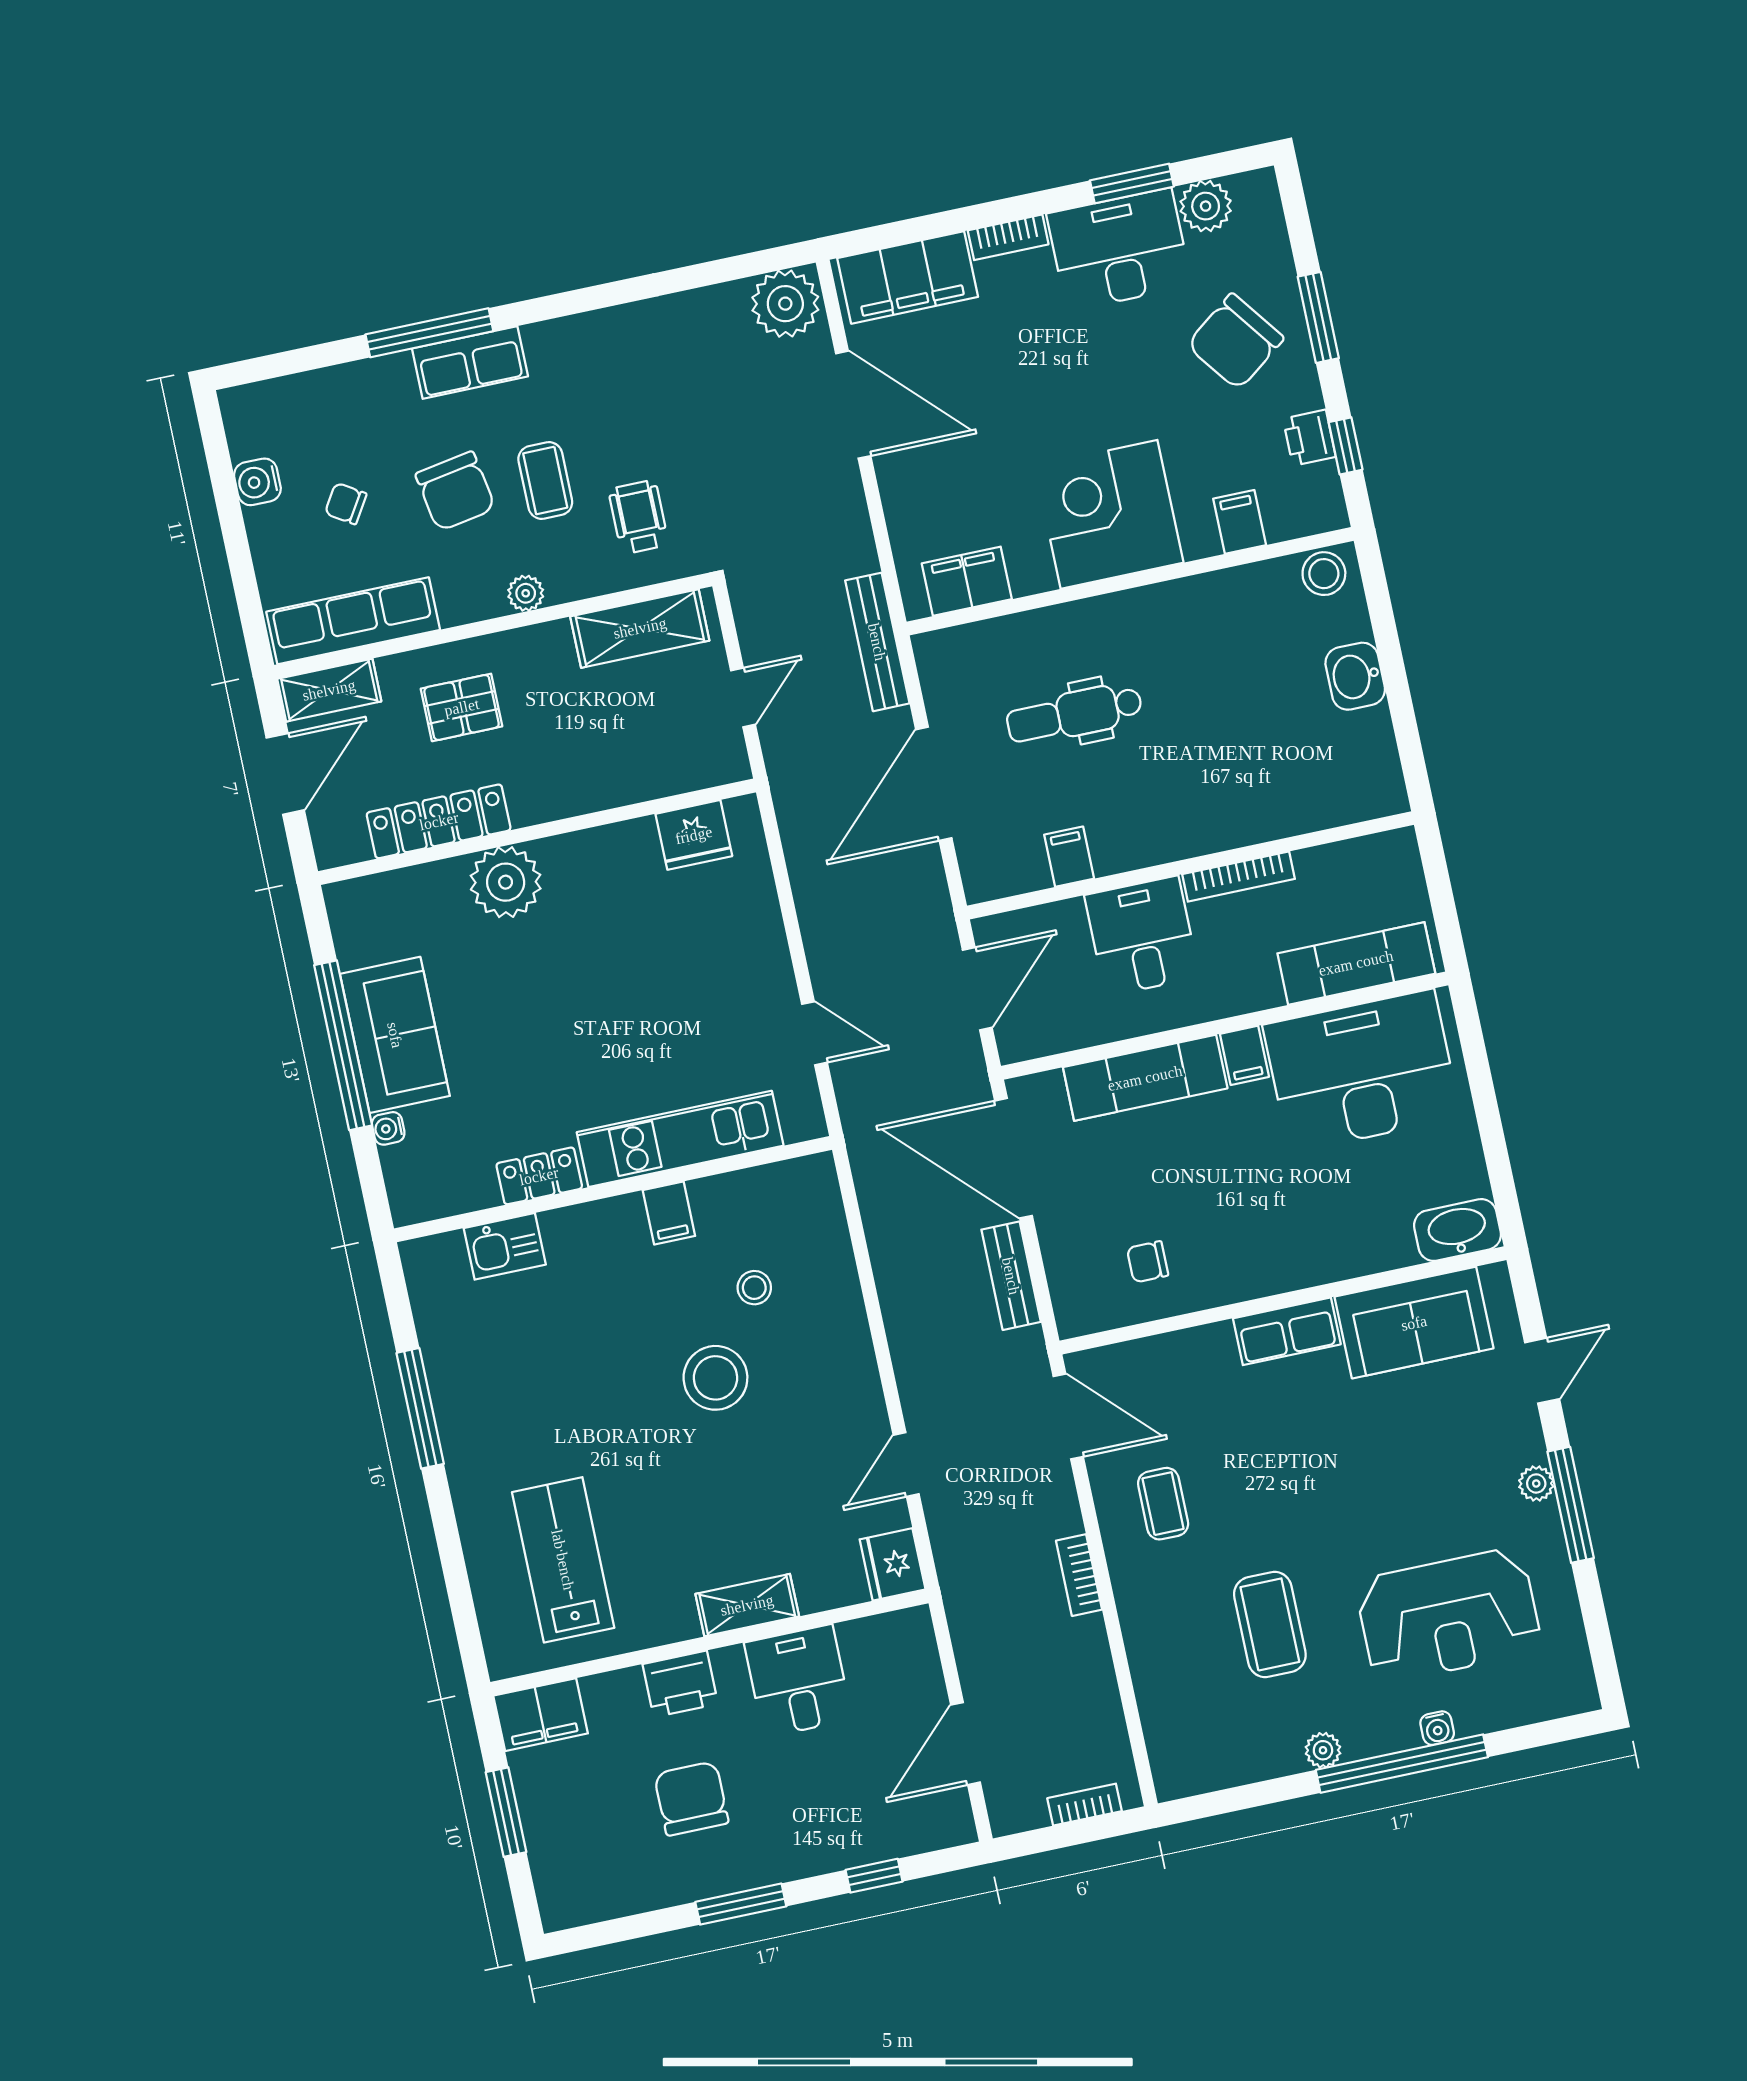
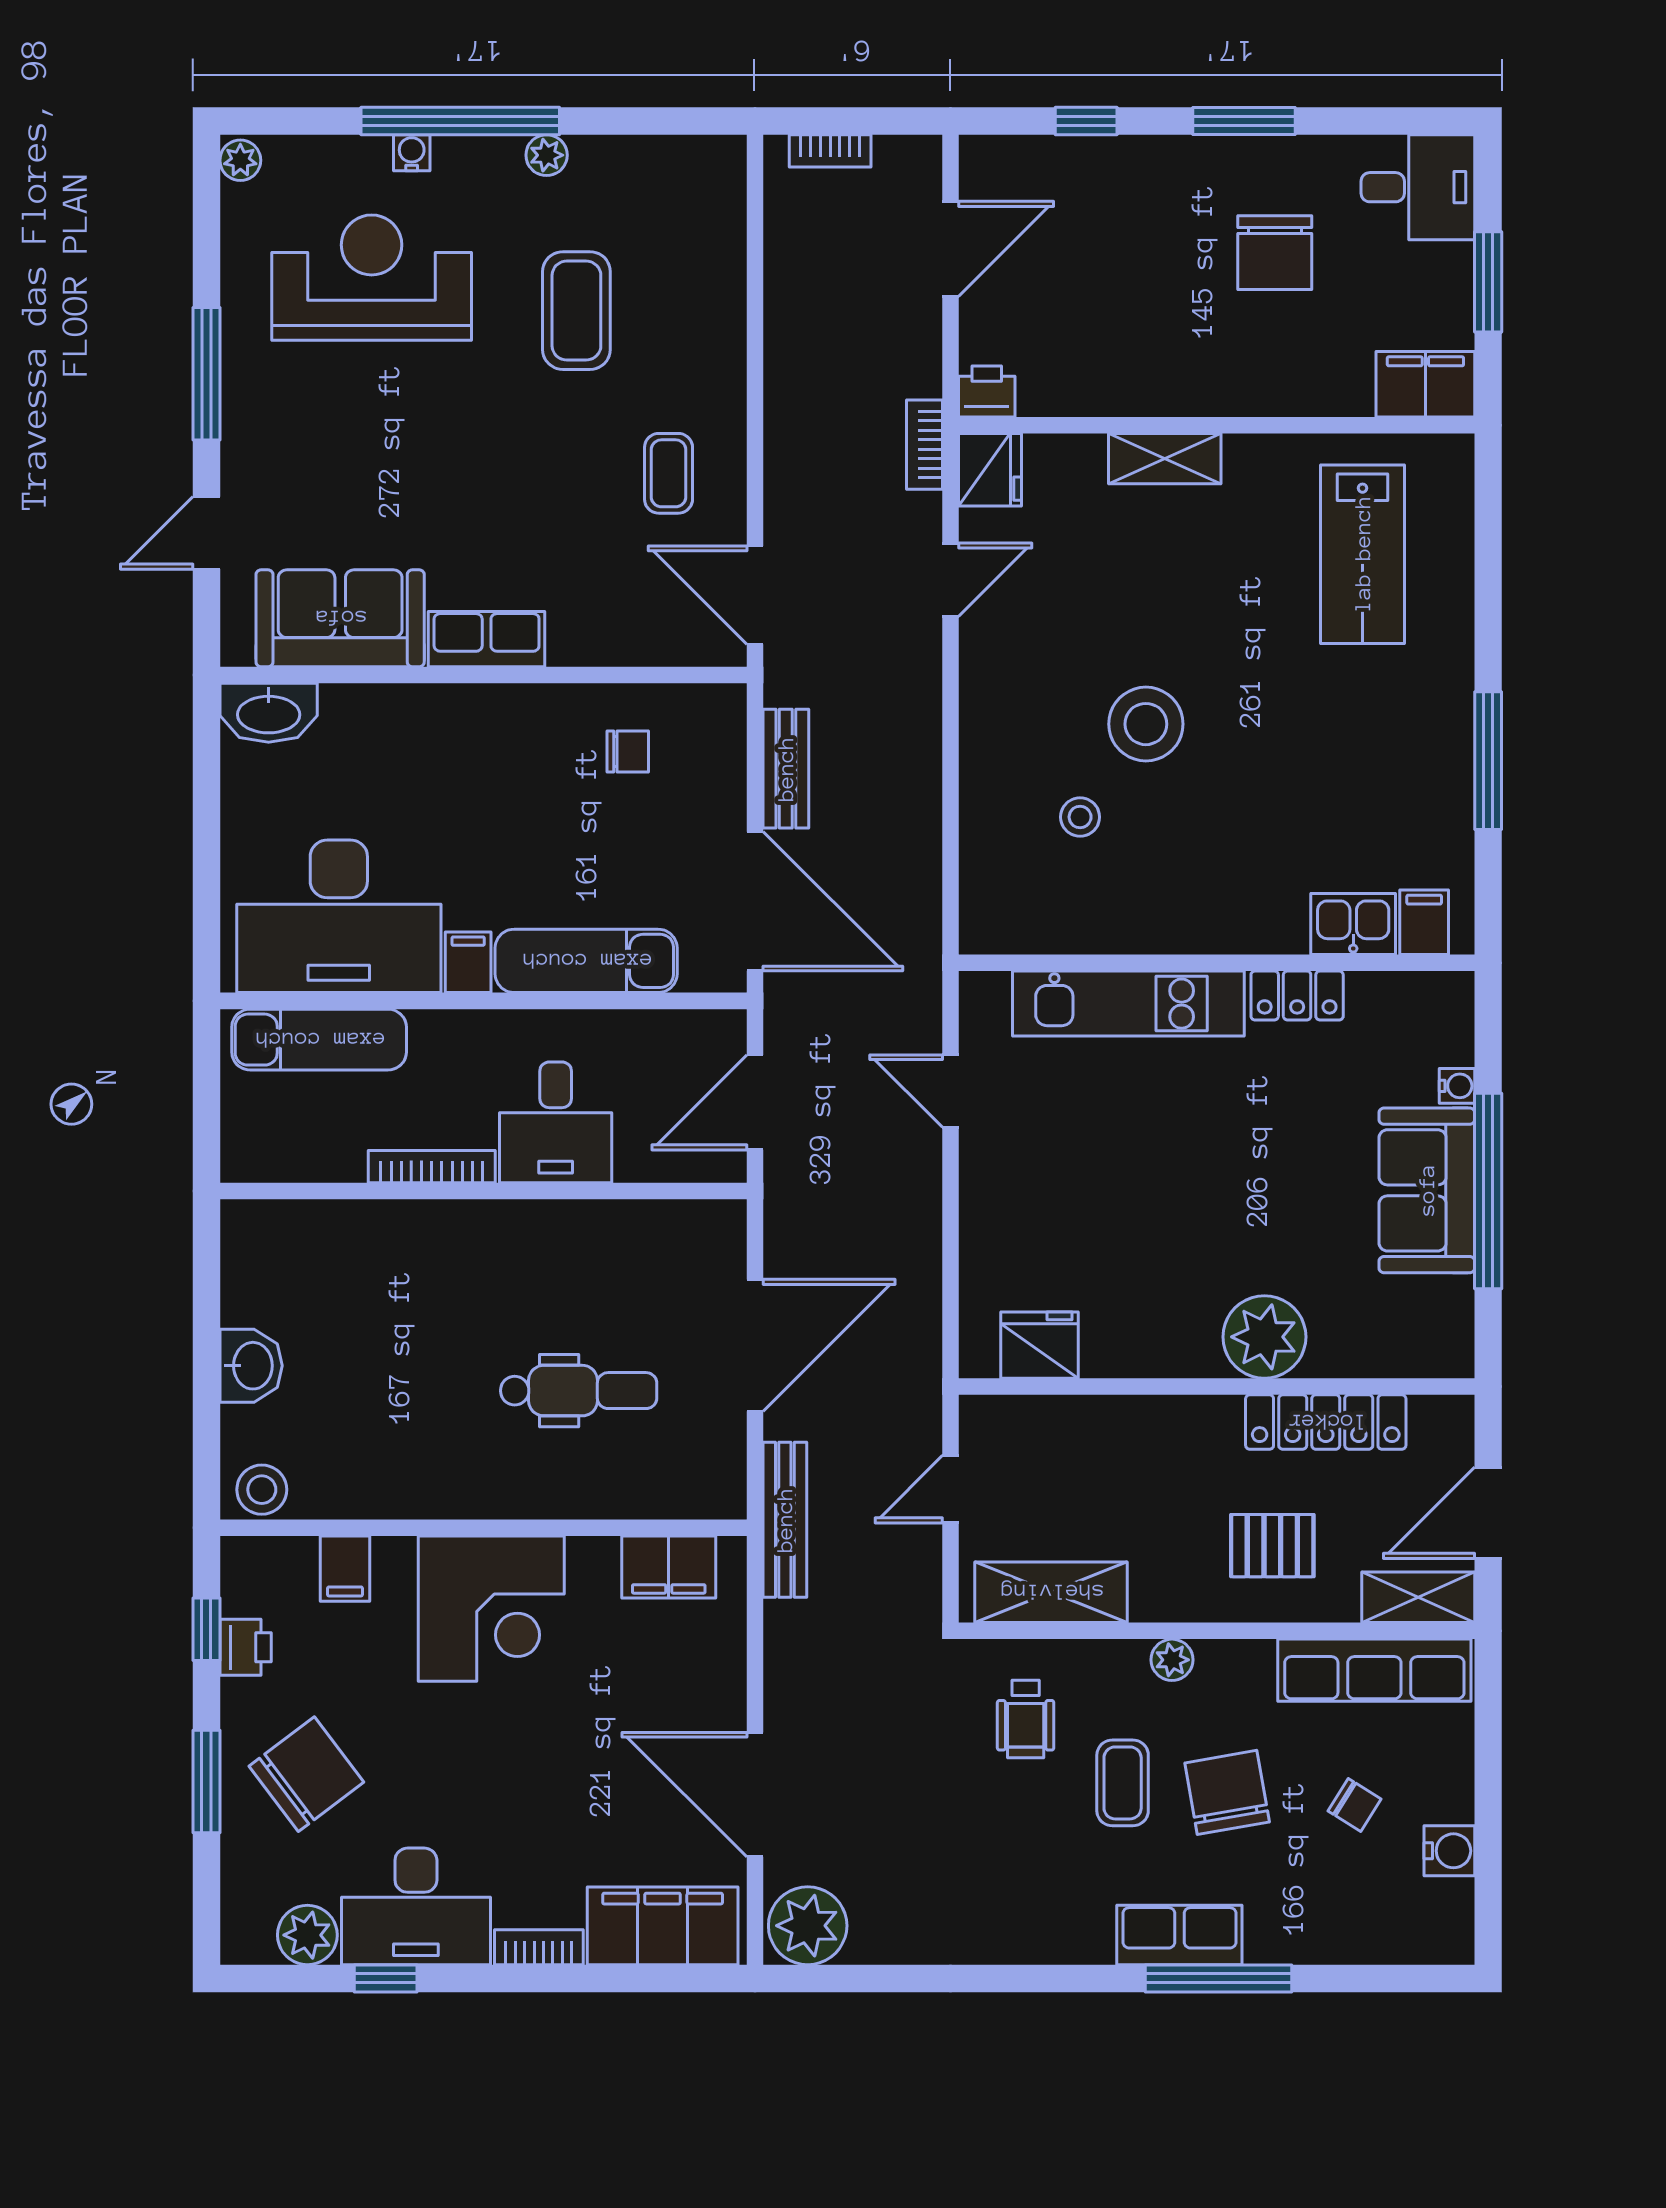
window: (1132, 183) -> (386, 1978), width x0.67
filing cabinet: (1069, 857) -> (619, 1230), removed
filing cabinet: (669, 1213) -> (1424, 922), moved
plant: (1536, 1483) -> (240, 160), moved
bookcase: (1079, 1575) -> (924, 445), moved, turned 180
desk: (798, 1681) -> (1418, 187), moved, turned -90
printer: (680, 1684) -> (987, 391), moved, width x0.73, depth x0.81

